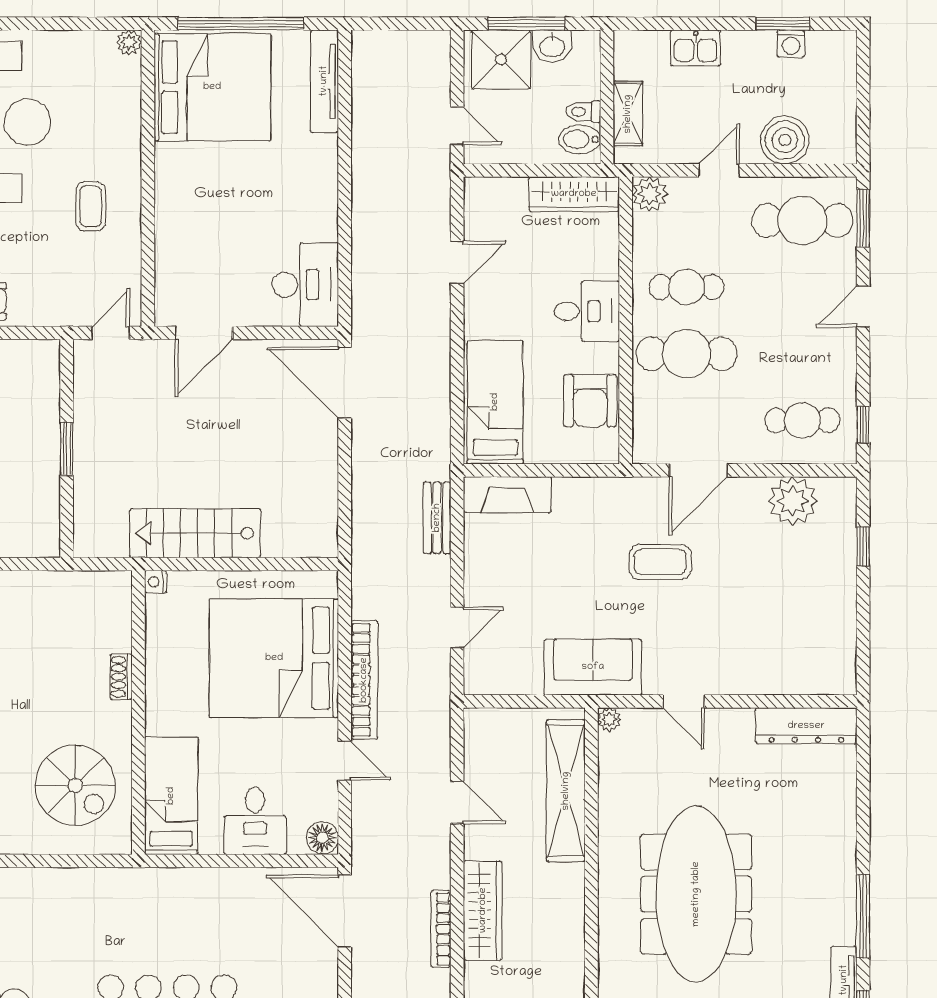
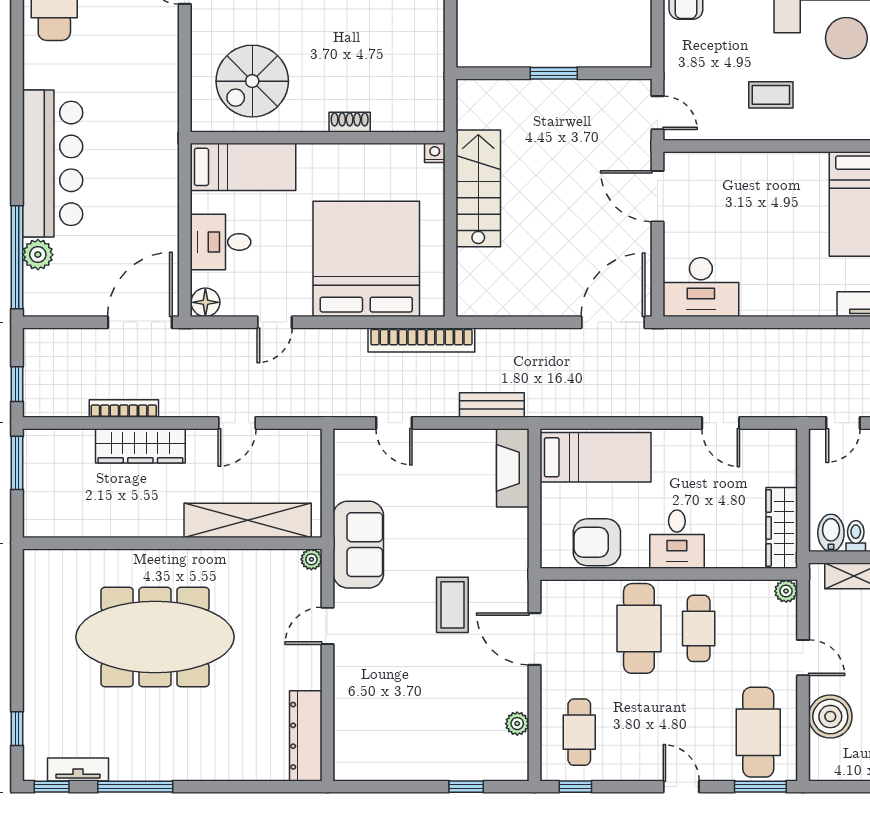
plant: (650, 194) -> (786, 591), width x0.73, depth x0.73
plant: (793, 501) -> (517, 724), width x0.53, depth x0.53
bookcase: (364, 680) -> (421, 340), moved

